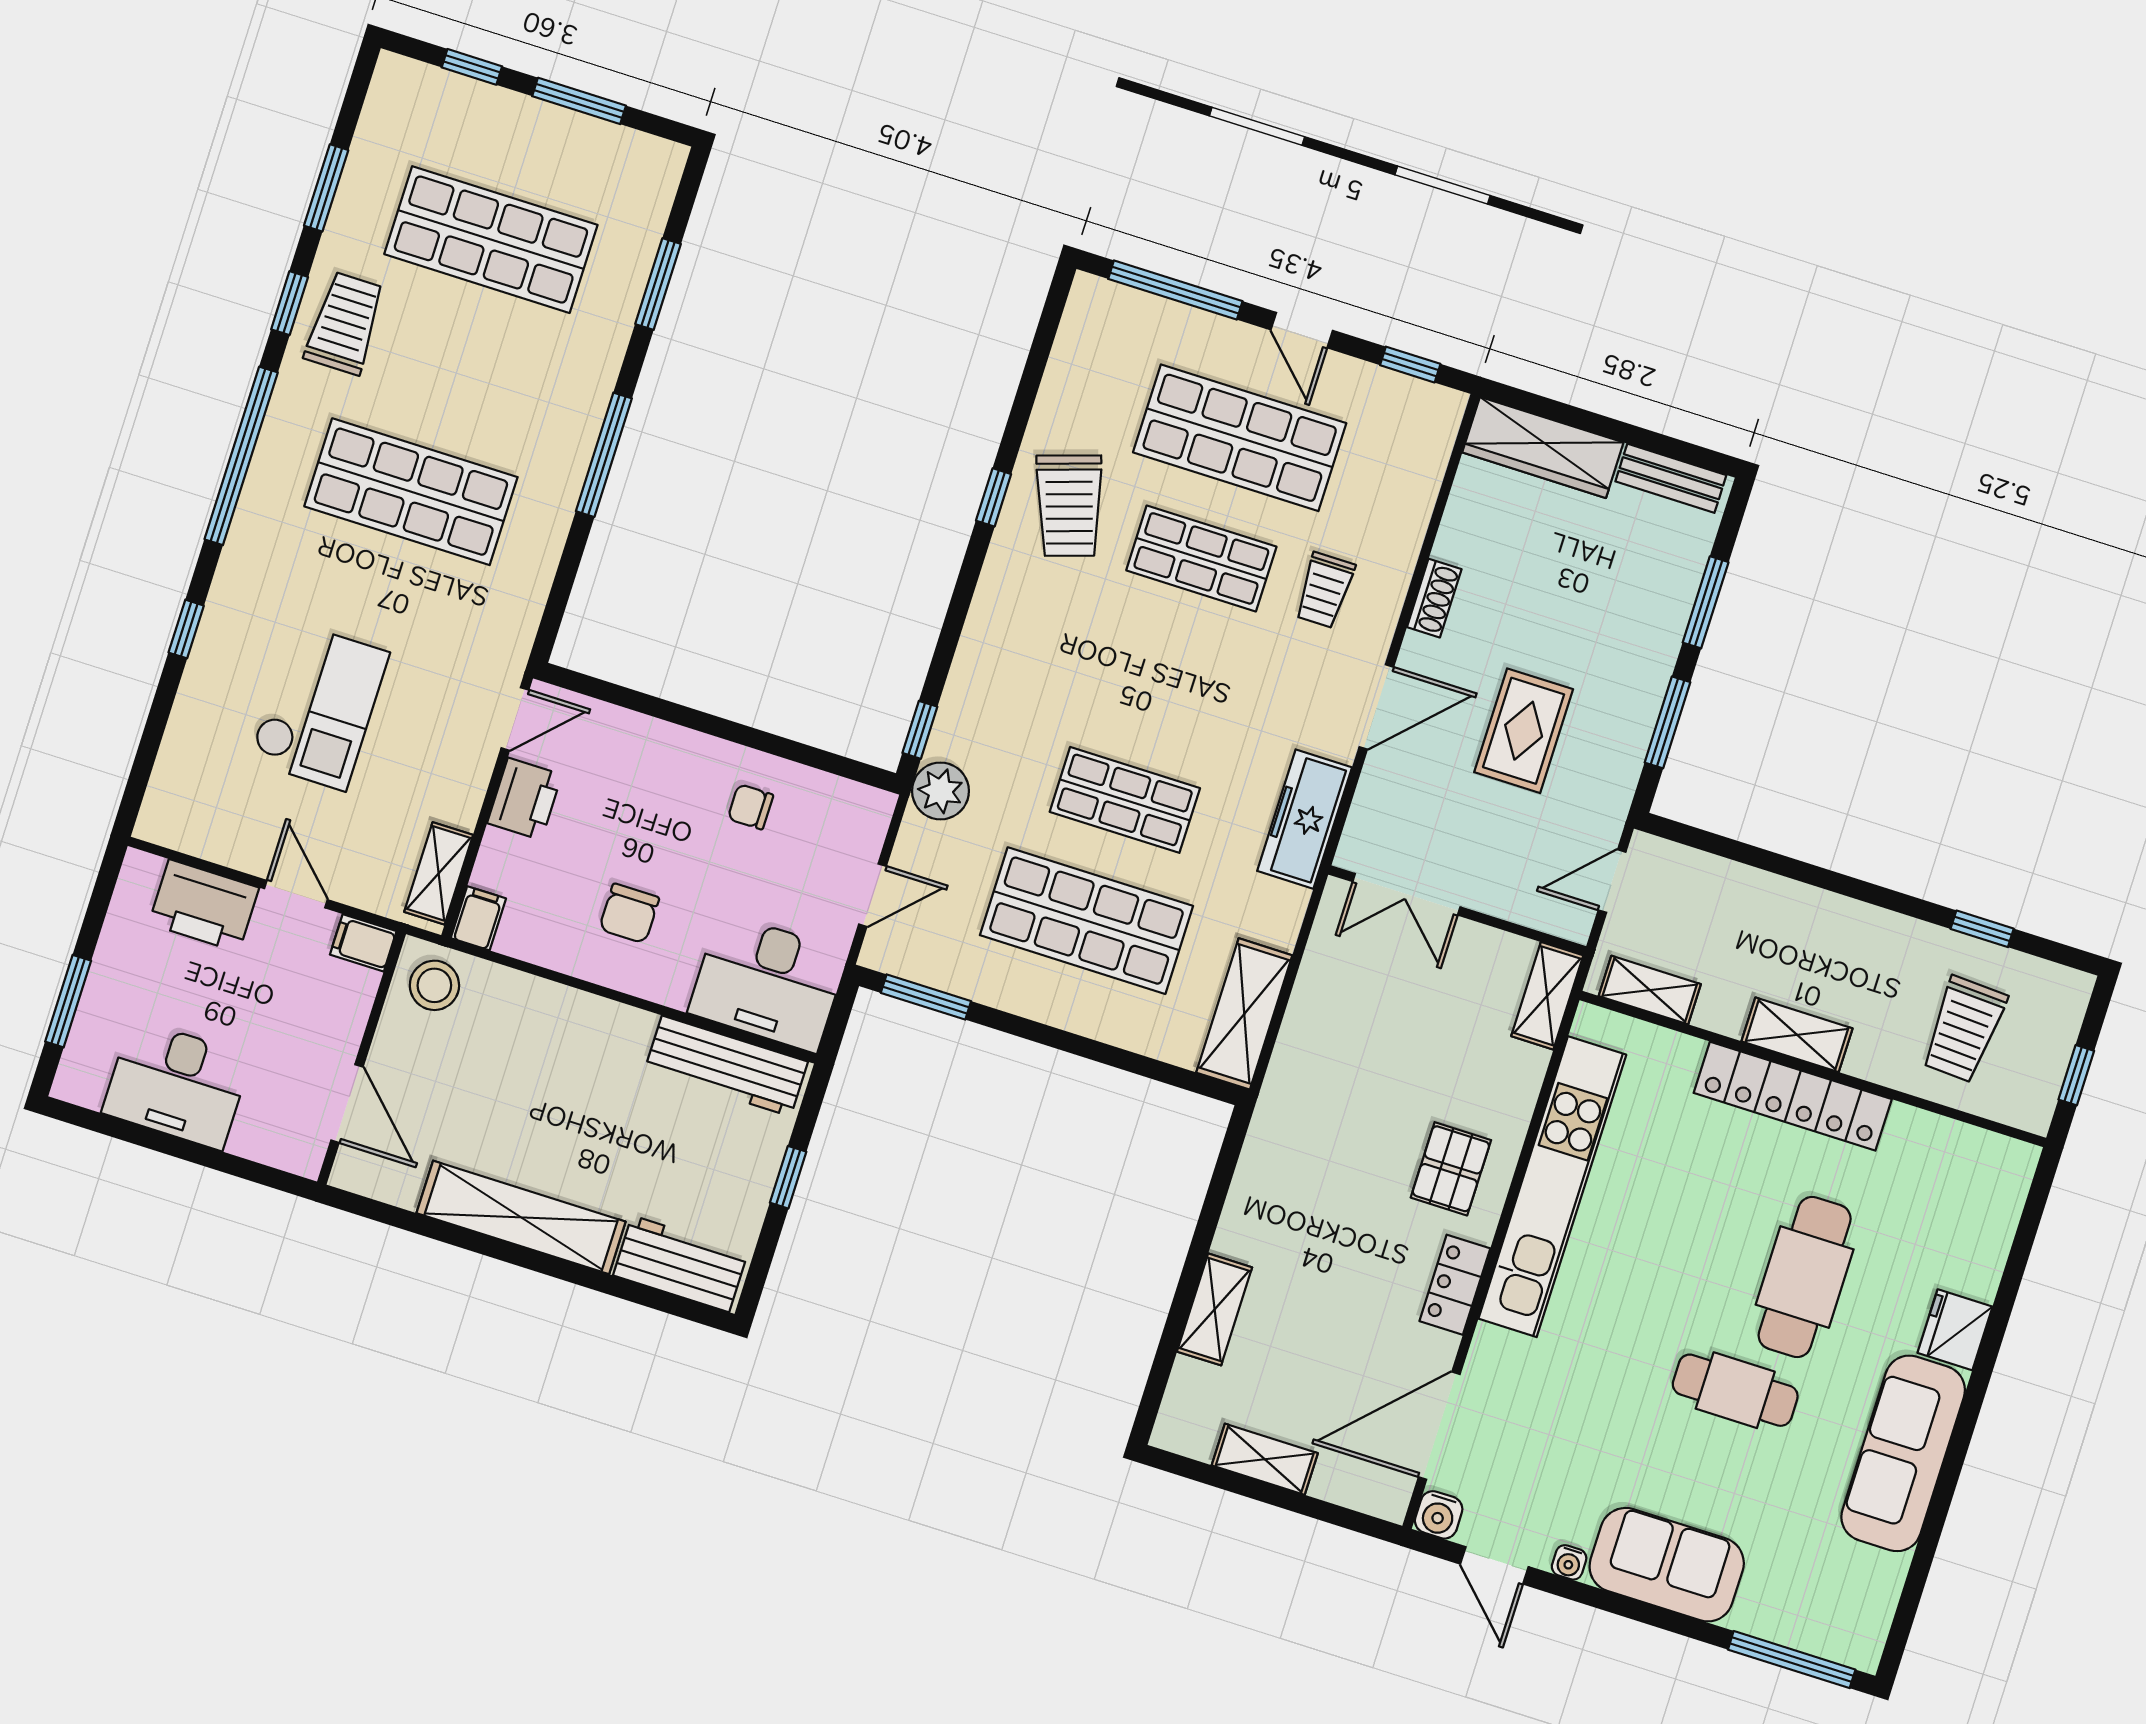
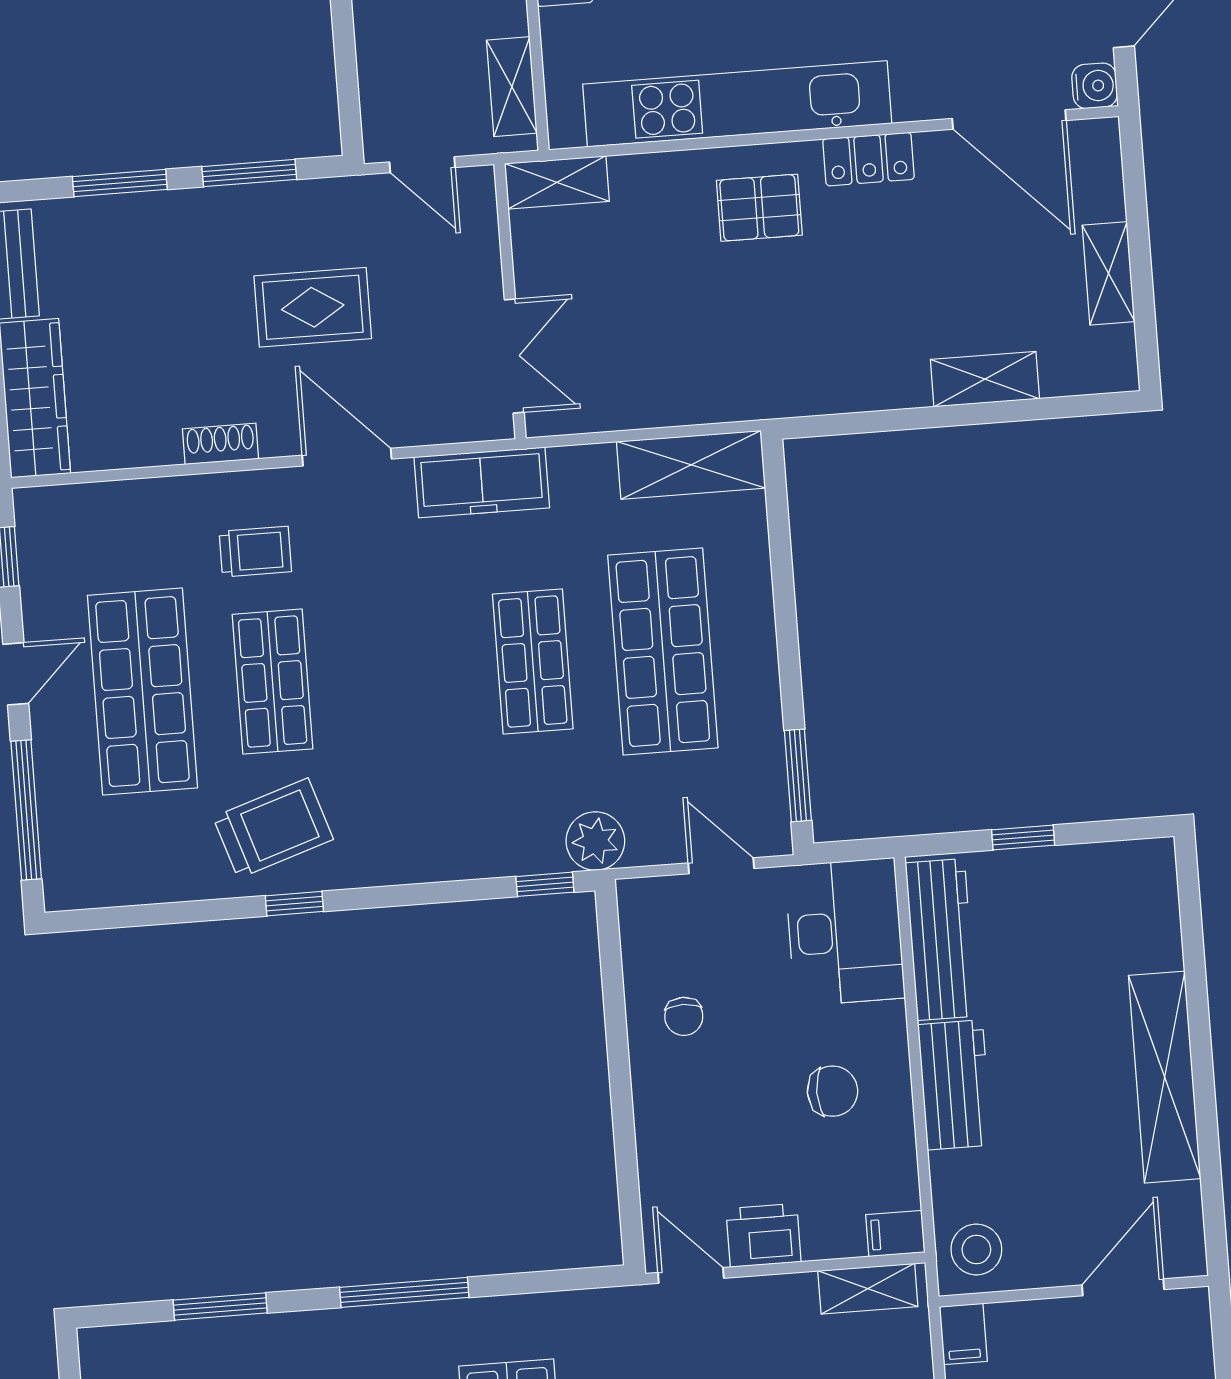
workbench: (681, 1264) -> (955, 1085), moved, turned 180

